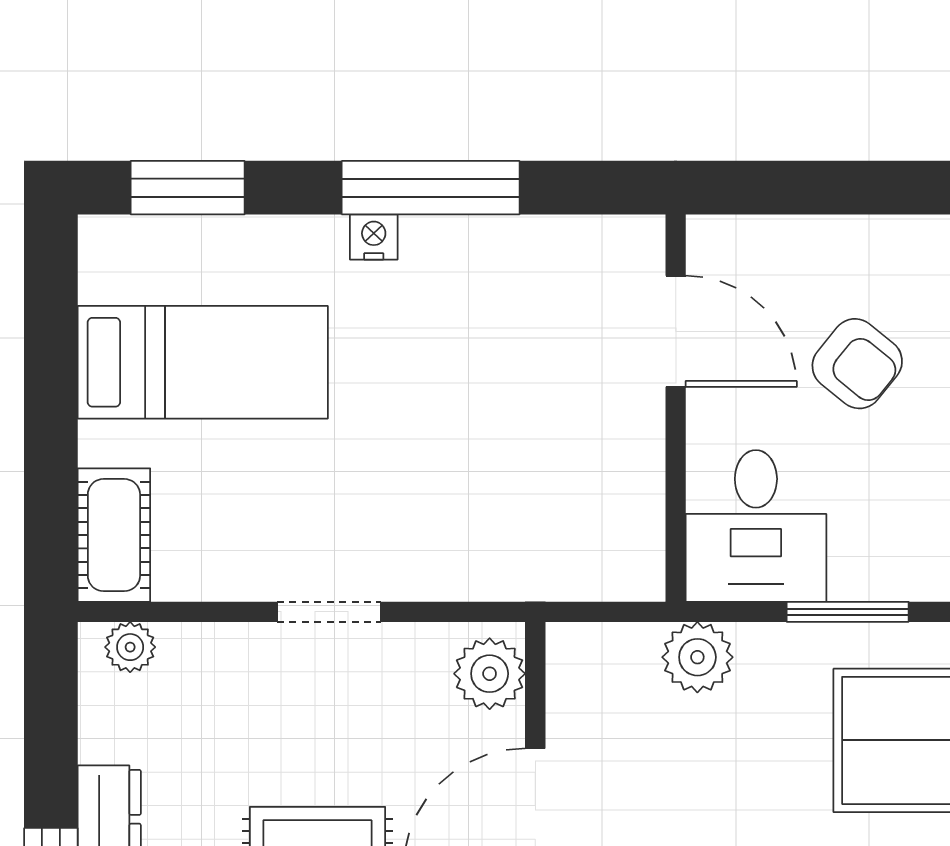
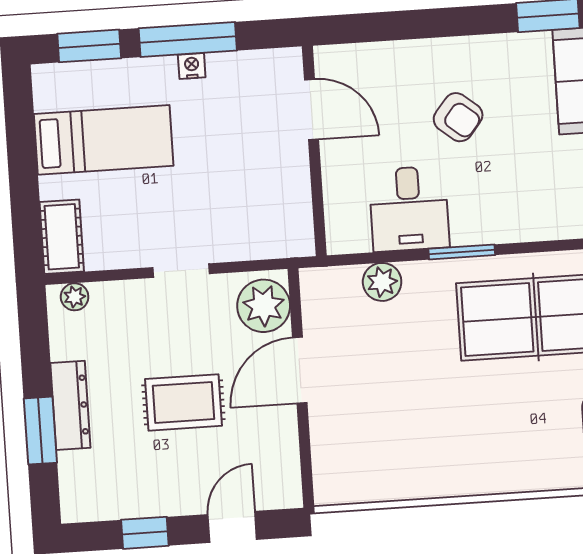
window: (431, 188) -> (188, 39), moved
door: (676, 331) -> (311, 109), moved
wall: (676, 408) -> (314, 151), moved
plant: (490, 674) -> (264, 306), width x1.36, depth x1.36

